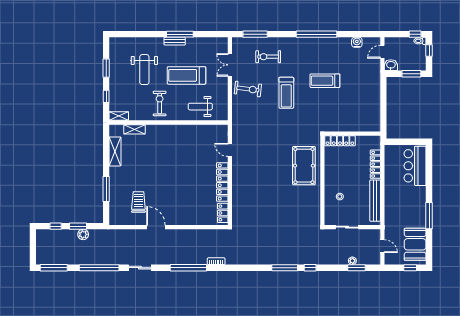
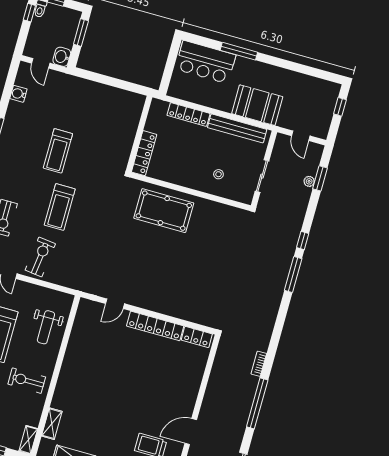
treadmill: (286, 93) -> (60, 207), turned 90
window: (429, 216) -> (239, 51), moved
booth: (415, 244) -> (257, 105), moved
door: (382, 246) -> (301, 136), swing flipped

